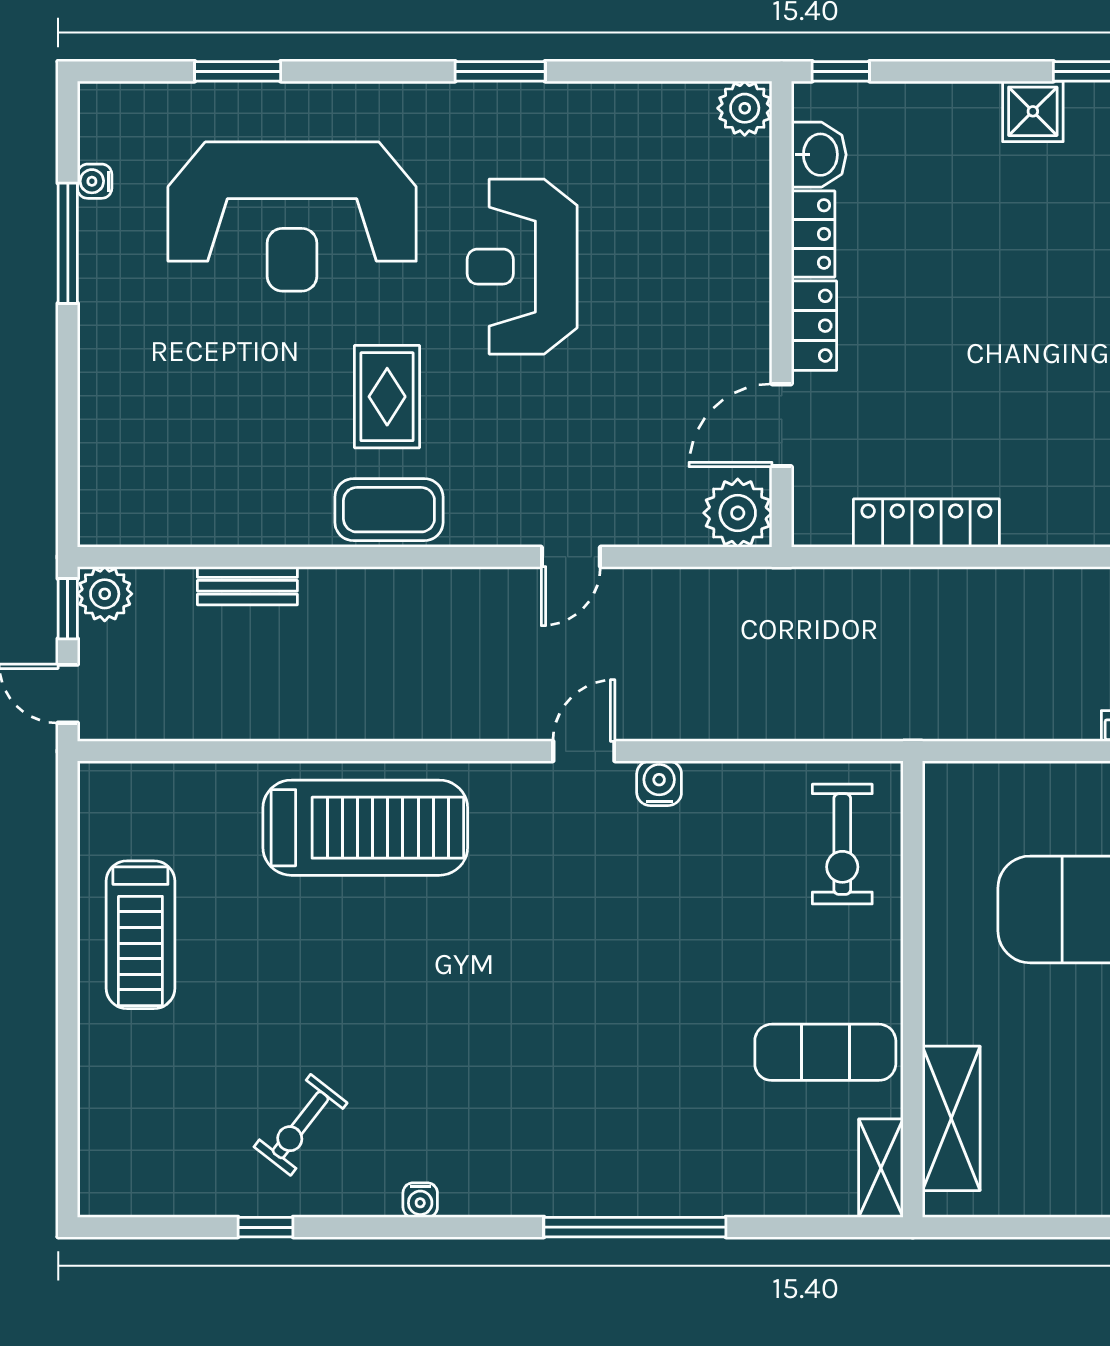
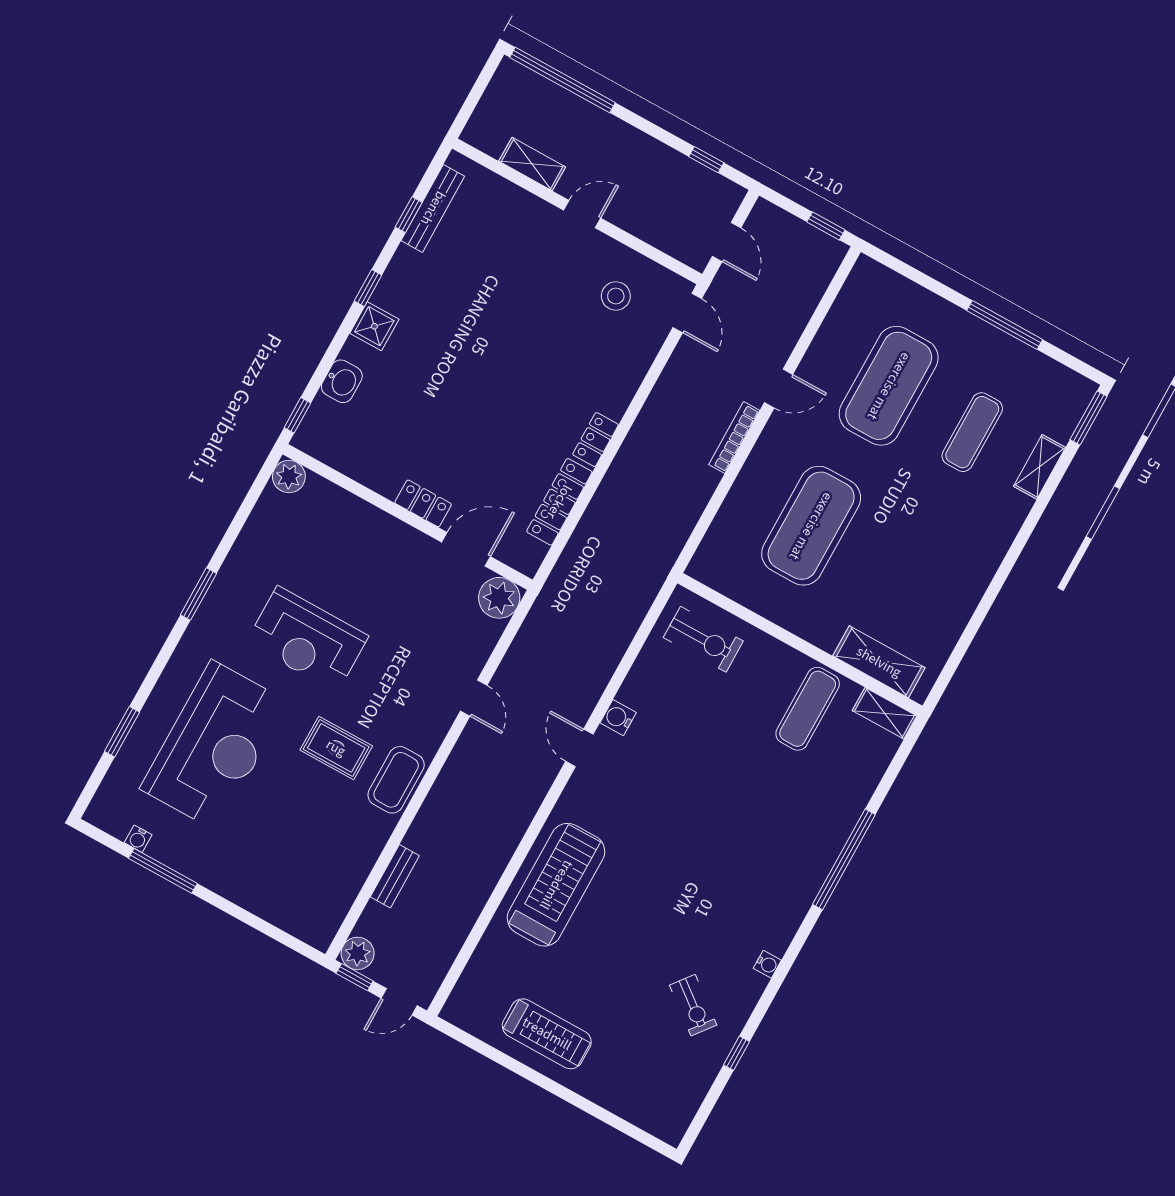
washbasin: (819, 155) -> (342, 381), moved, turned 90
locker: (813, 234) -> (595, 440), moved, turned -90
door: (782, 425) -> (466, 549), swing flipped

